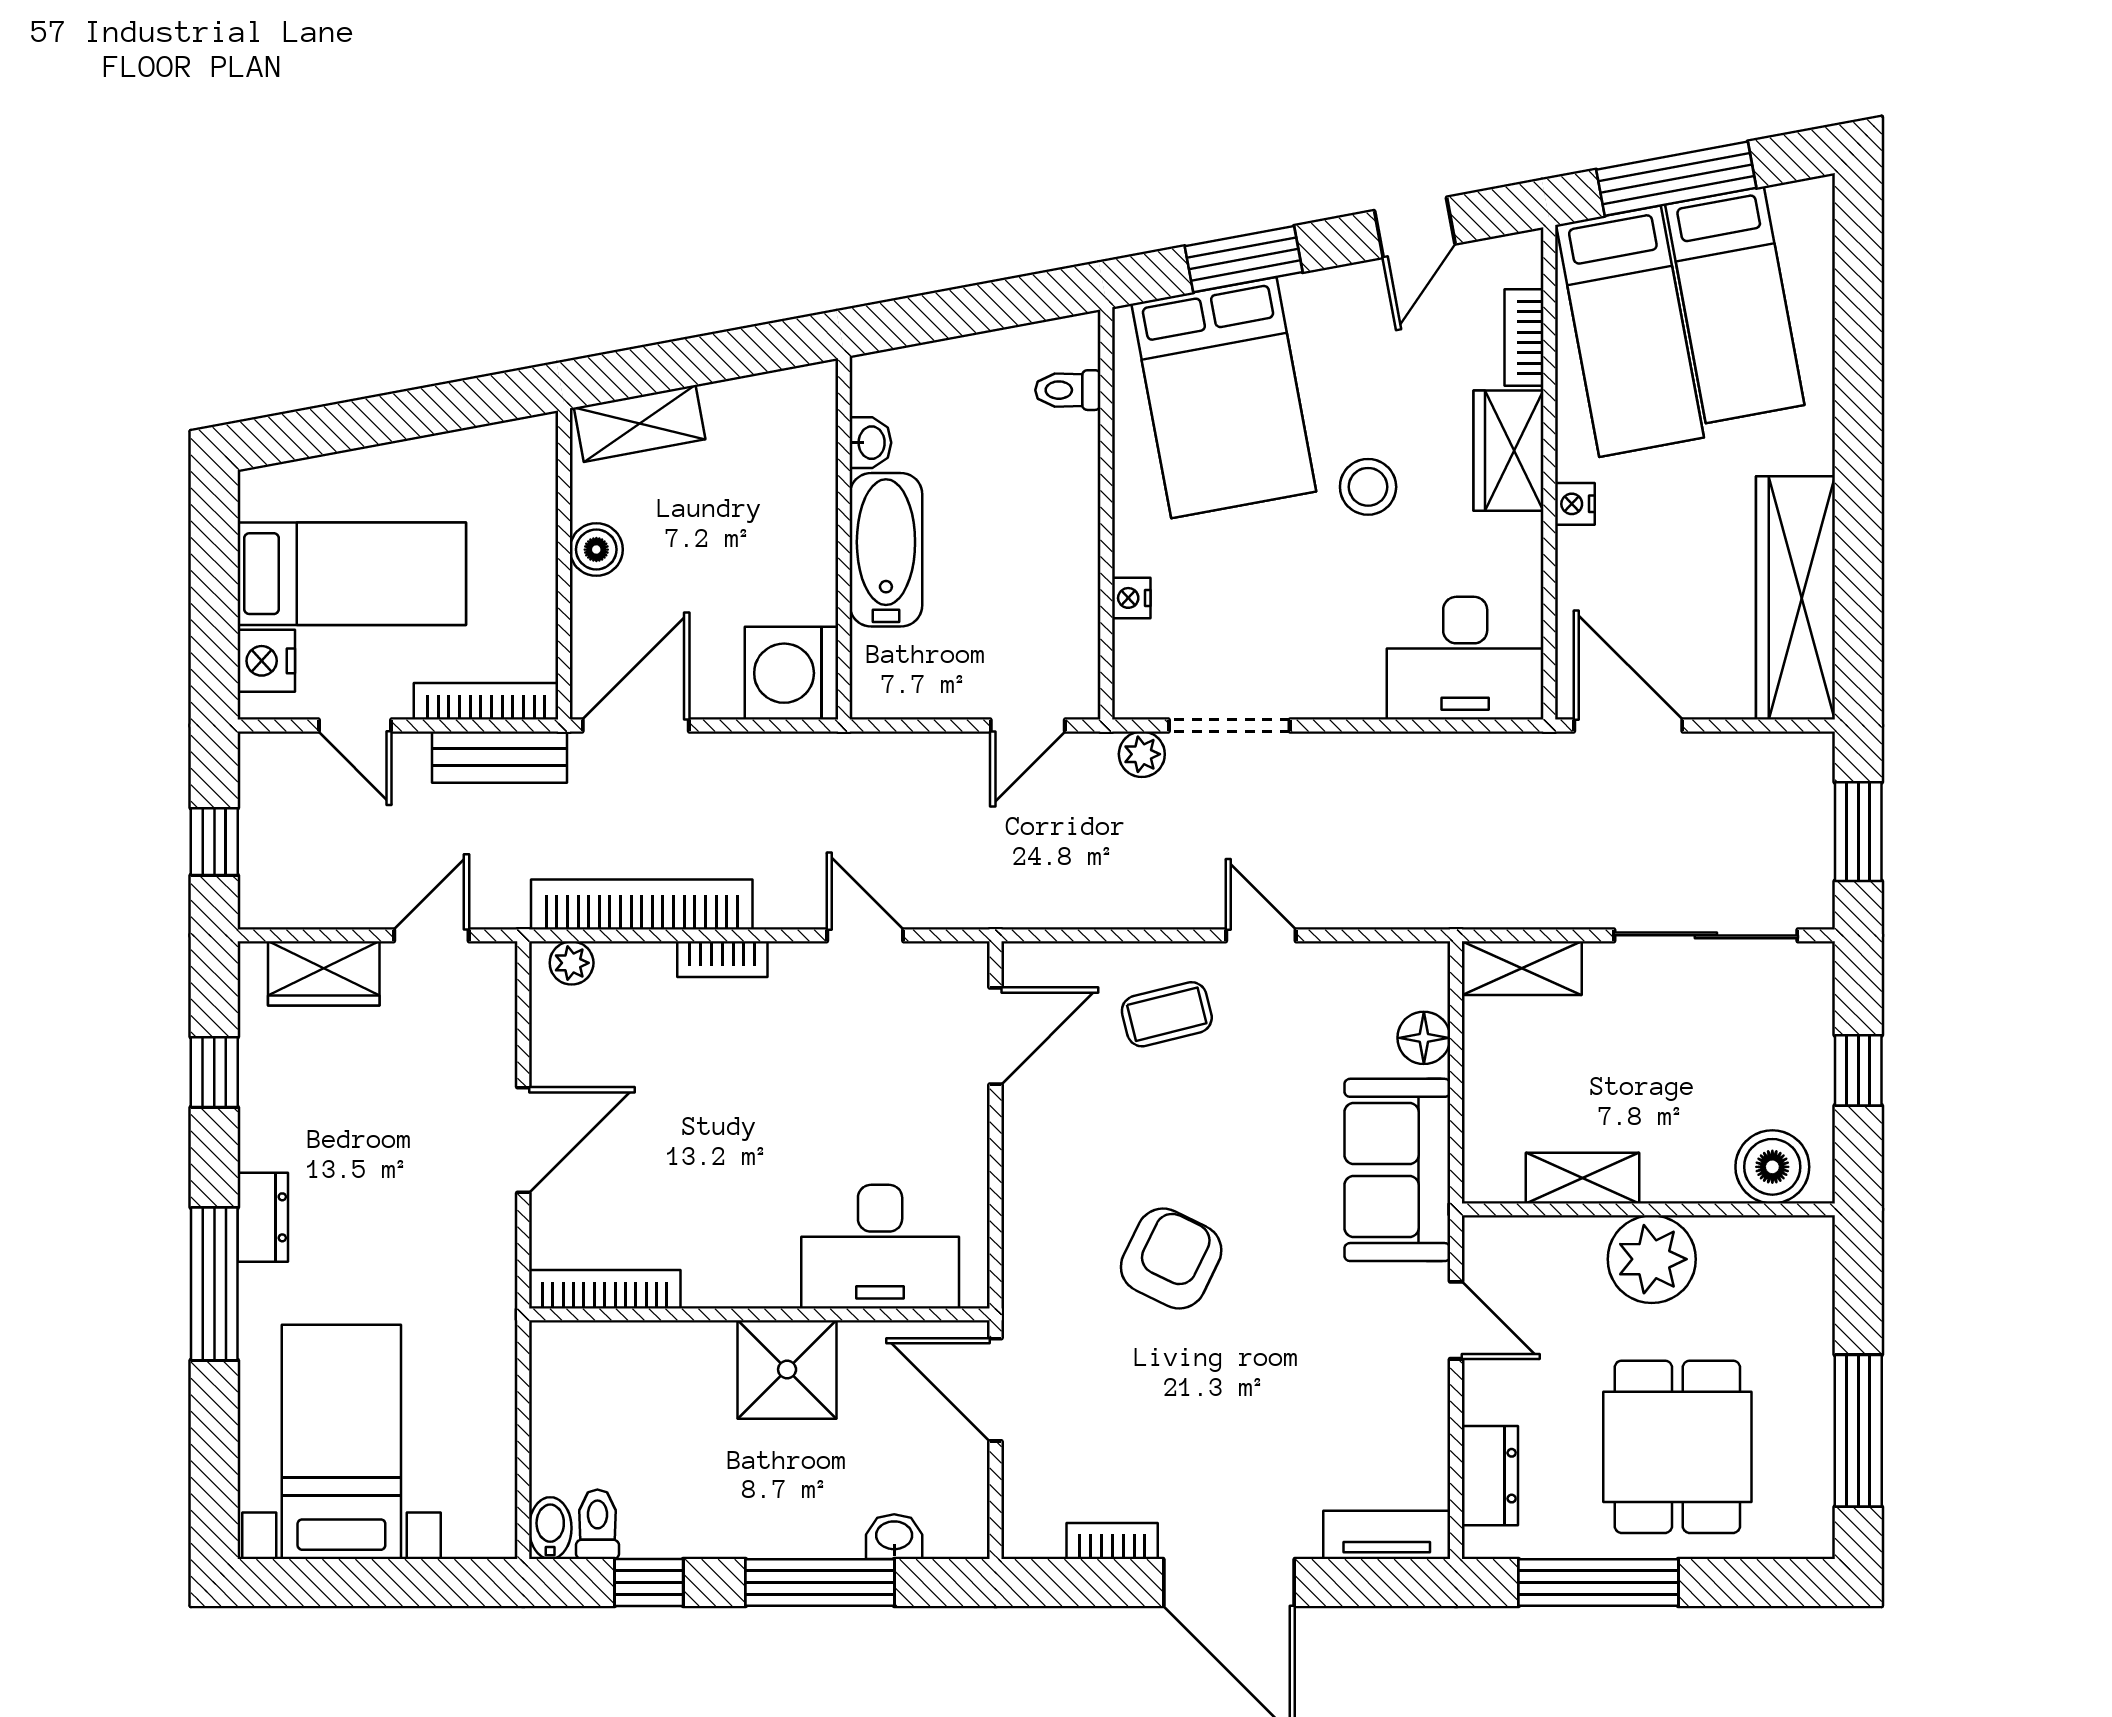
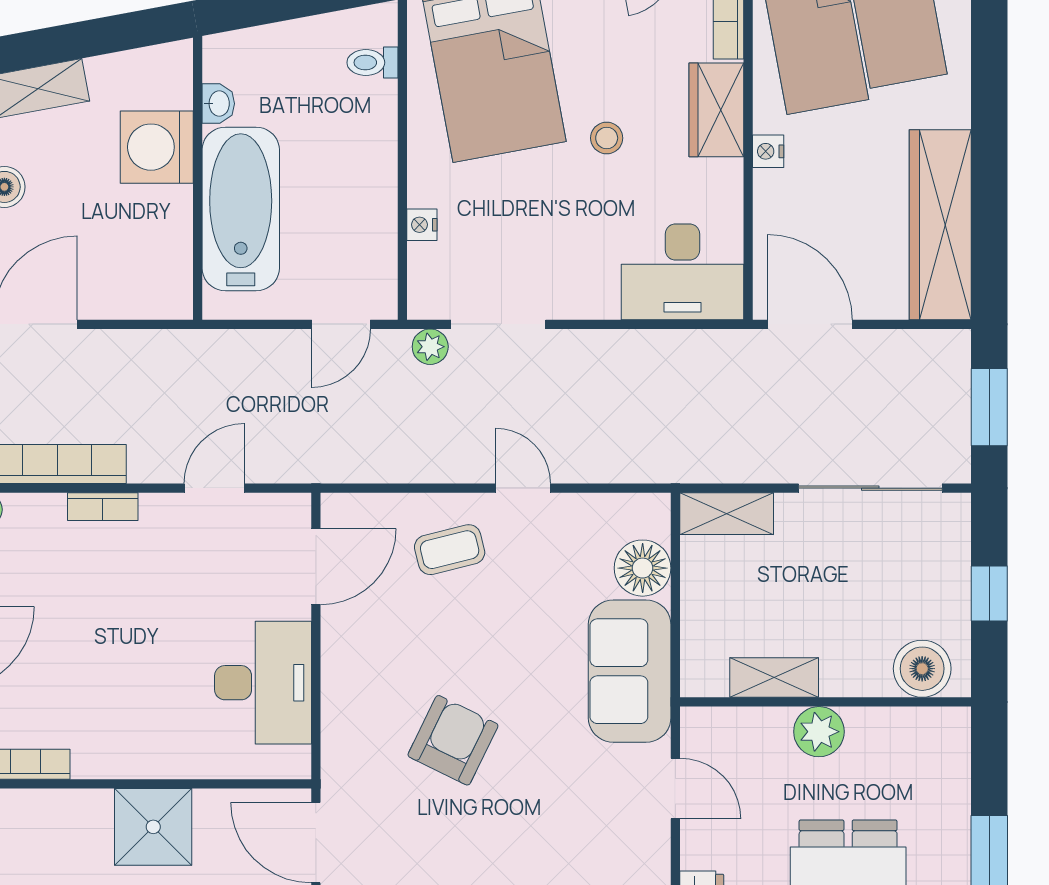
stool: (1368, 487) -> (607, 138), width x0.73, depth x0.73
bathtub: (886, 550) -> (241, 209), width x1.36, depth x1.36
washing machine: (792, 673) -> (157, 147), moved
door: (865, 935) -> (214, 488), hinge flipped
floor lamp: (1424, 1038) -> (643, 568), width x1.38, depth x1.38
desk: (880, 1247) -> (263, 683), moved, turned -90
plant: (1652, 1259) -> (819, 732), width x0.73, depth x0.73

